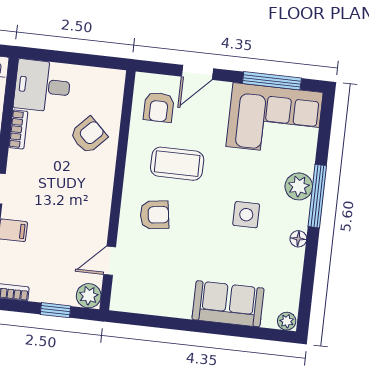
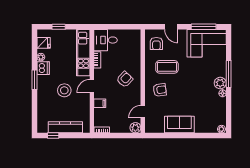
door: (197, 72) -> (171, 27), hinge flipped
armchair: (89, 135) -> (125, 79), moved
plant: (299, 186) -> (220, 83), moved
side table: (246, 215) -> (199, 85), removed
sofa: (228, 304) -> (179, 125), moved
window: (56, 310) -> (122, 136), removed

